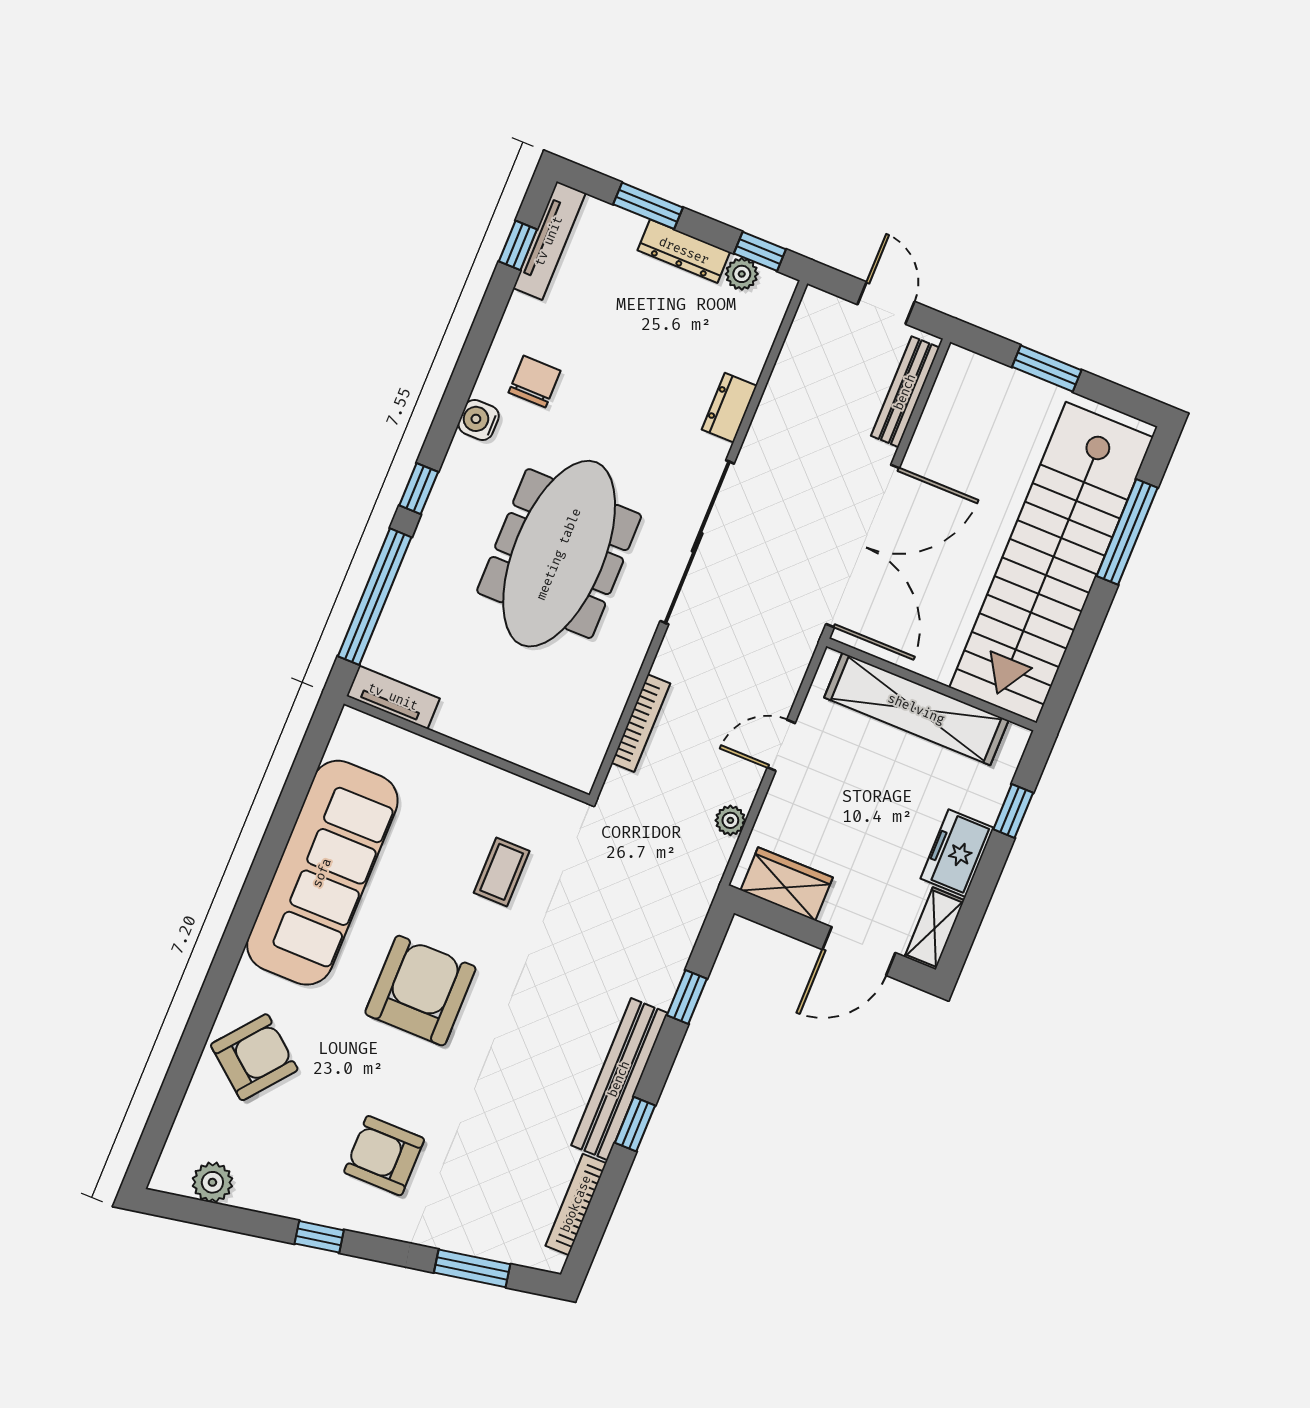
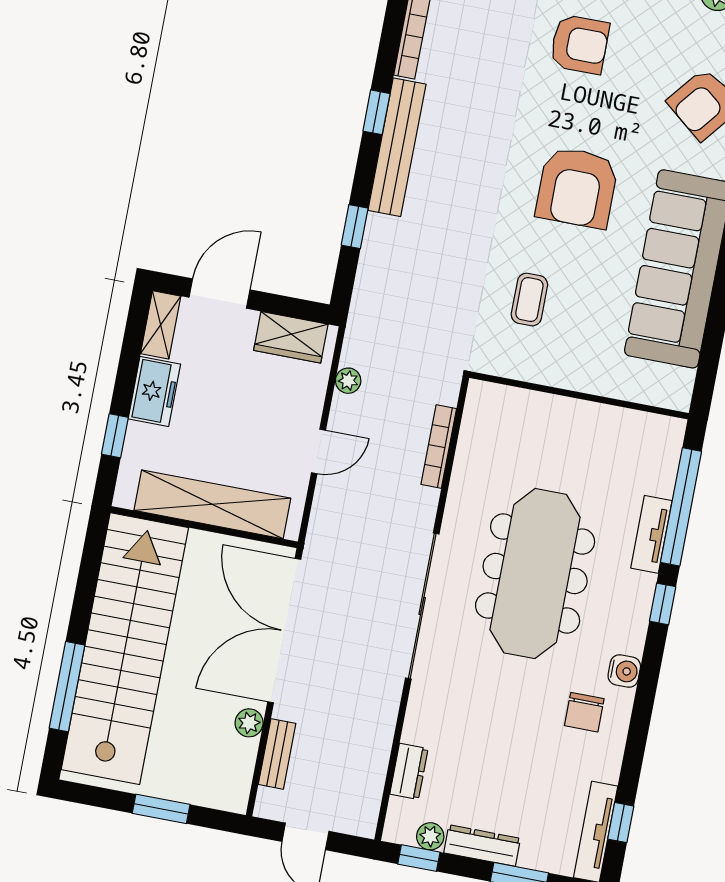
bench: (905, 392) -> (277, 754), width x0.73
dresser: (729, 408) -> (409, 771), moved
plant: (925, 447) -> (249, 723), added
tv unit: (393, 697) -> (651, 534), moved, turned 90

